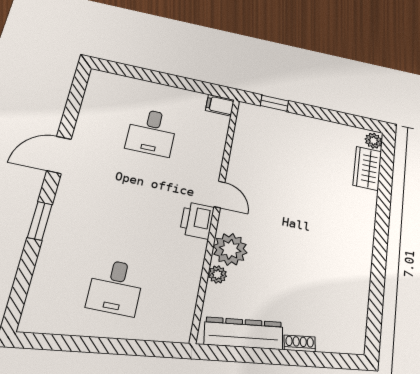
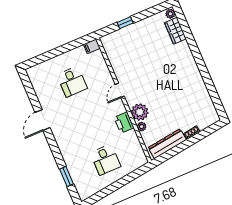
window: (274, 103) -> (125, 23), moved
door: (219, 194) -> (120, 90), swing flipped
printer: (197, 220) -> (124, 123), moved
window: (40, 221) -> (67, 176), moved

